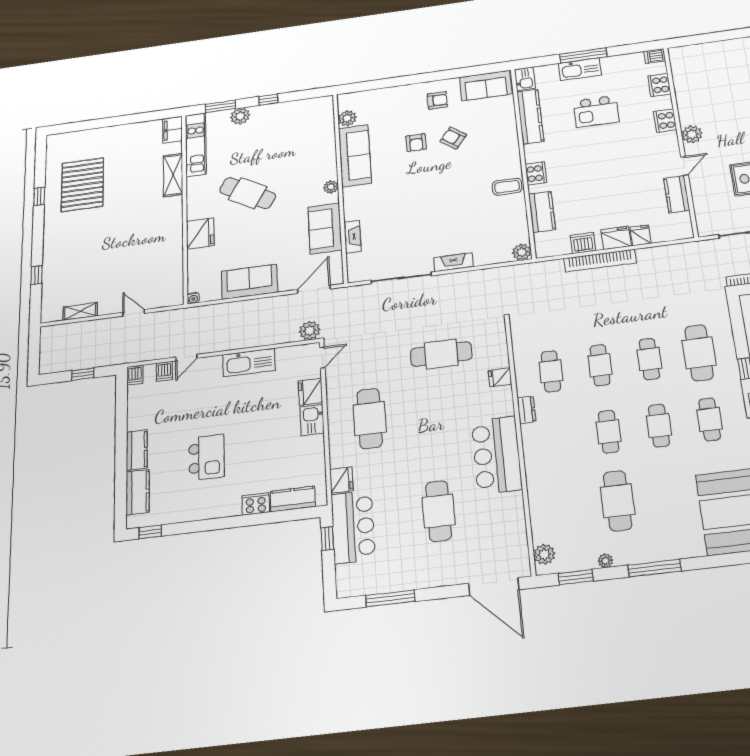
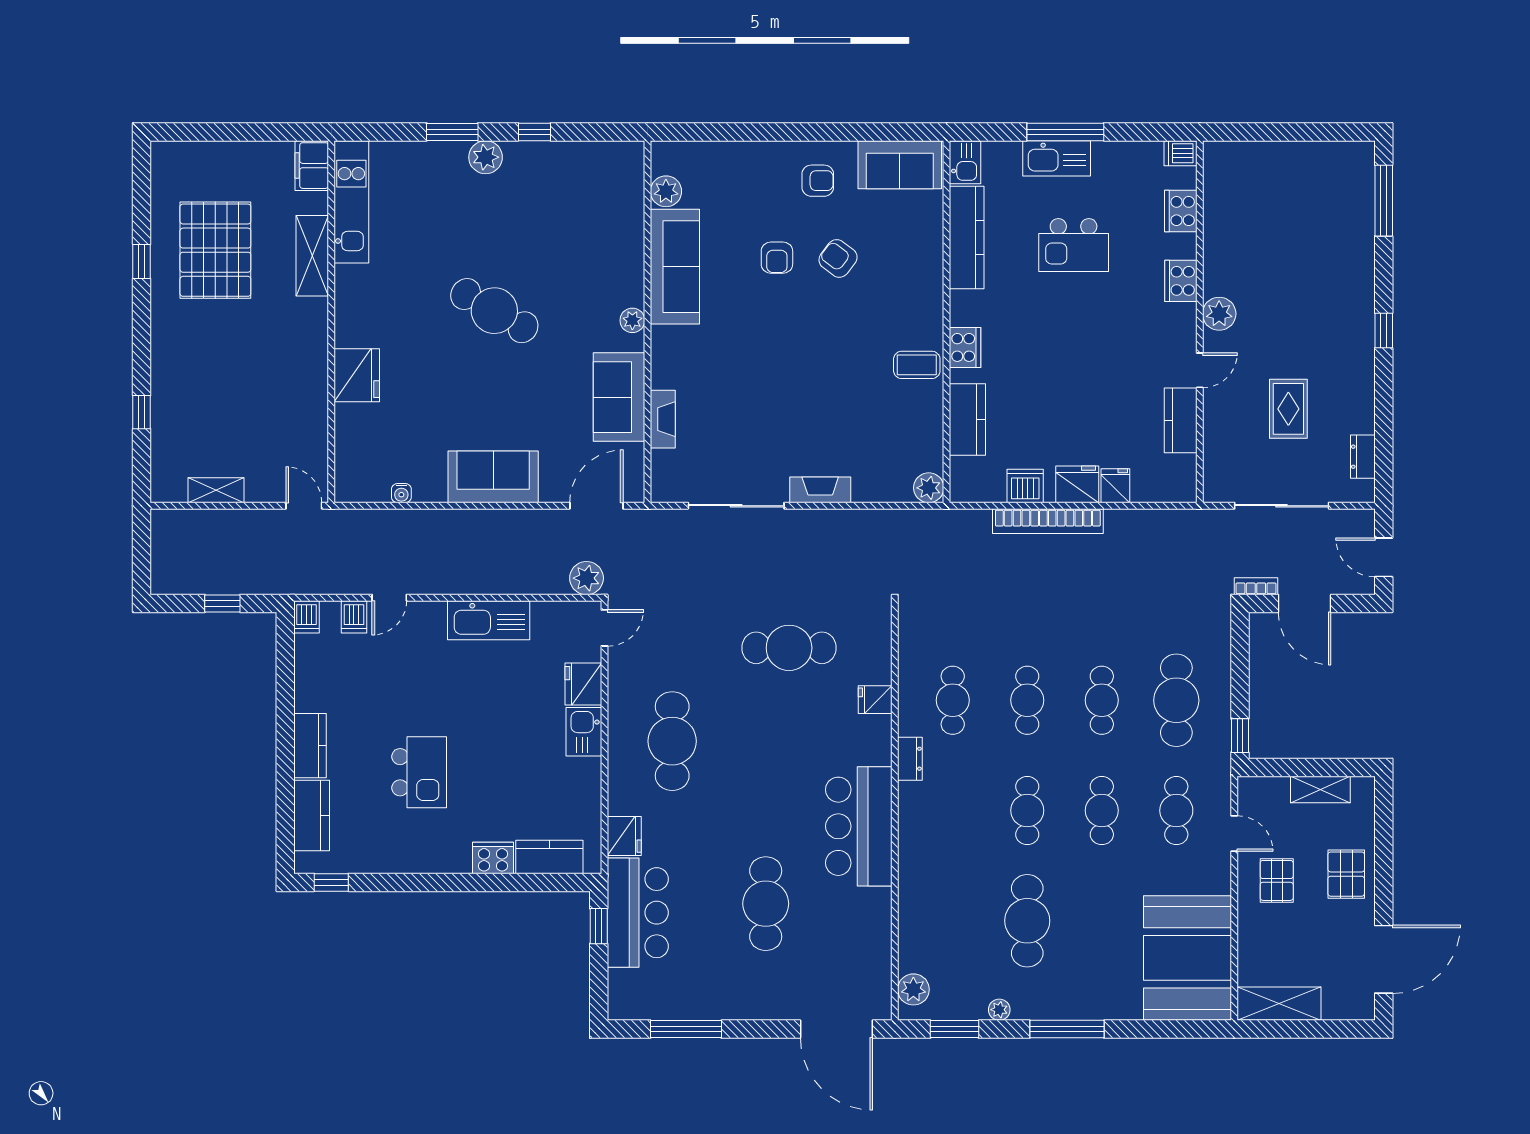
filing cabinet: (172, 130) -> (312, 166), moved
kitchen unit: (196, 145) -> (351, 202), moved
shelving: (173, 175) -> (312, 256), moved
wall: (185, 207) -> (331, 322), moved
fridge: (200, 233) -> (357, 375), moved

